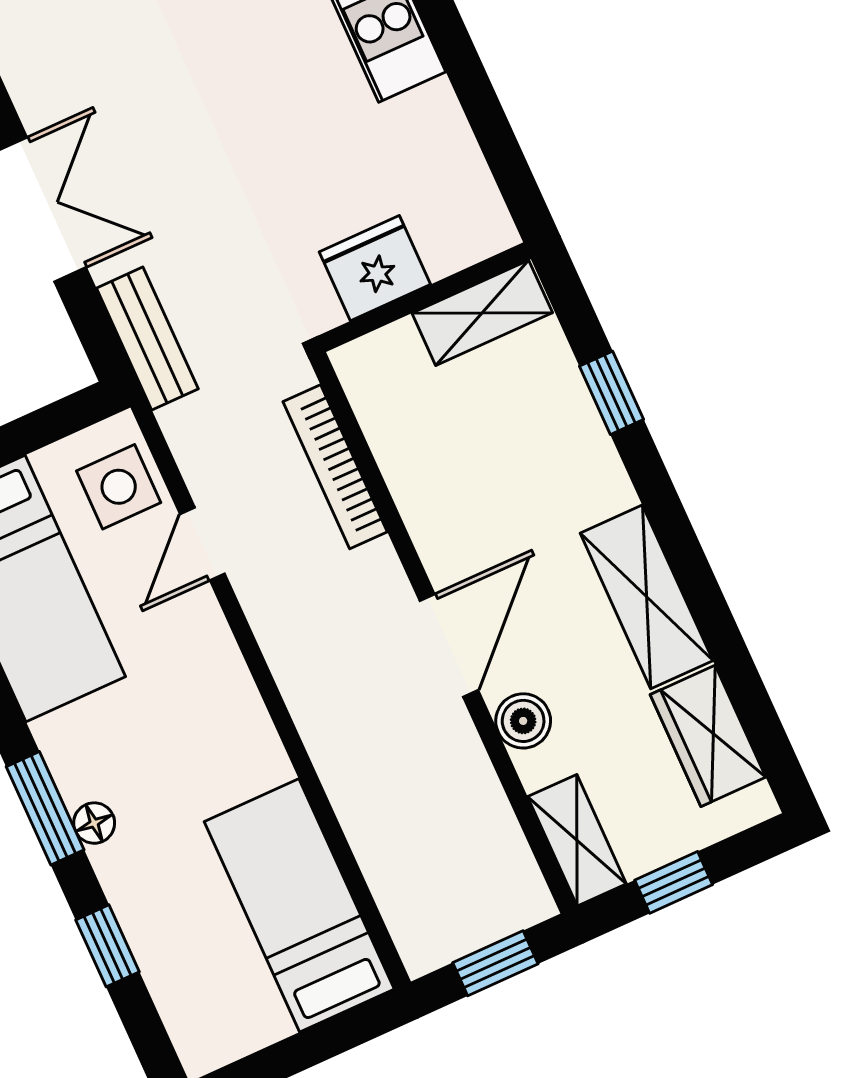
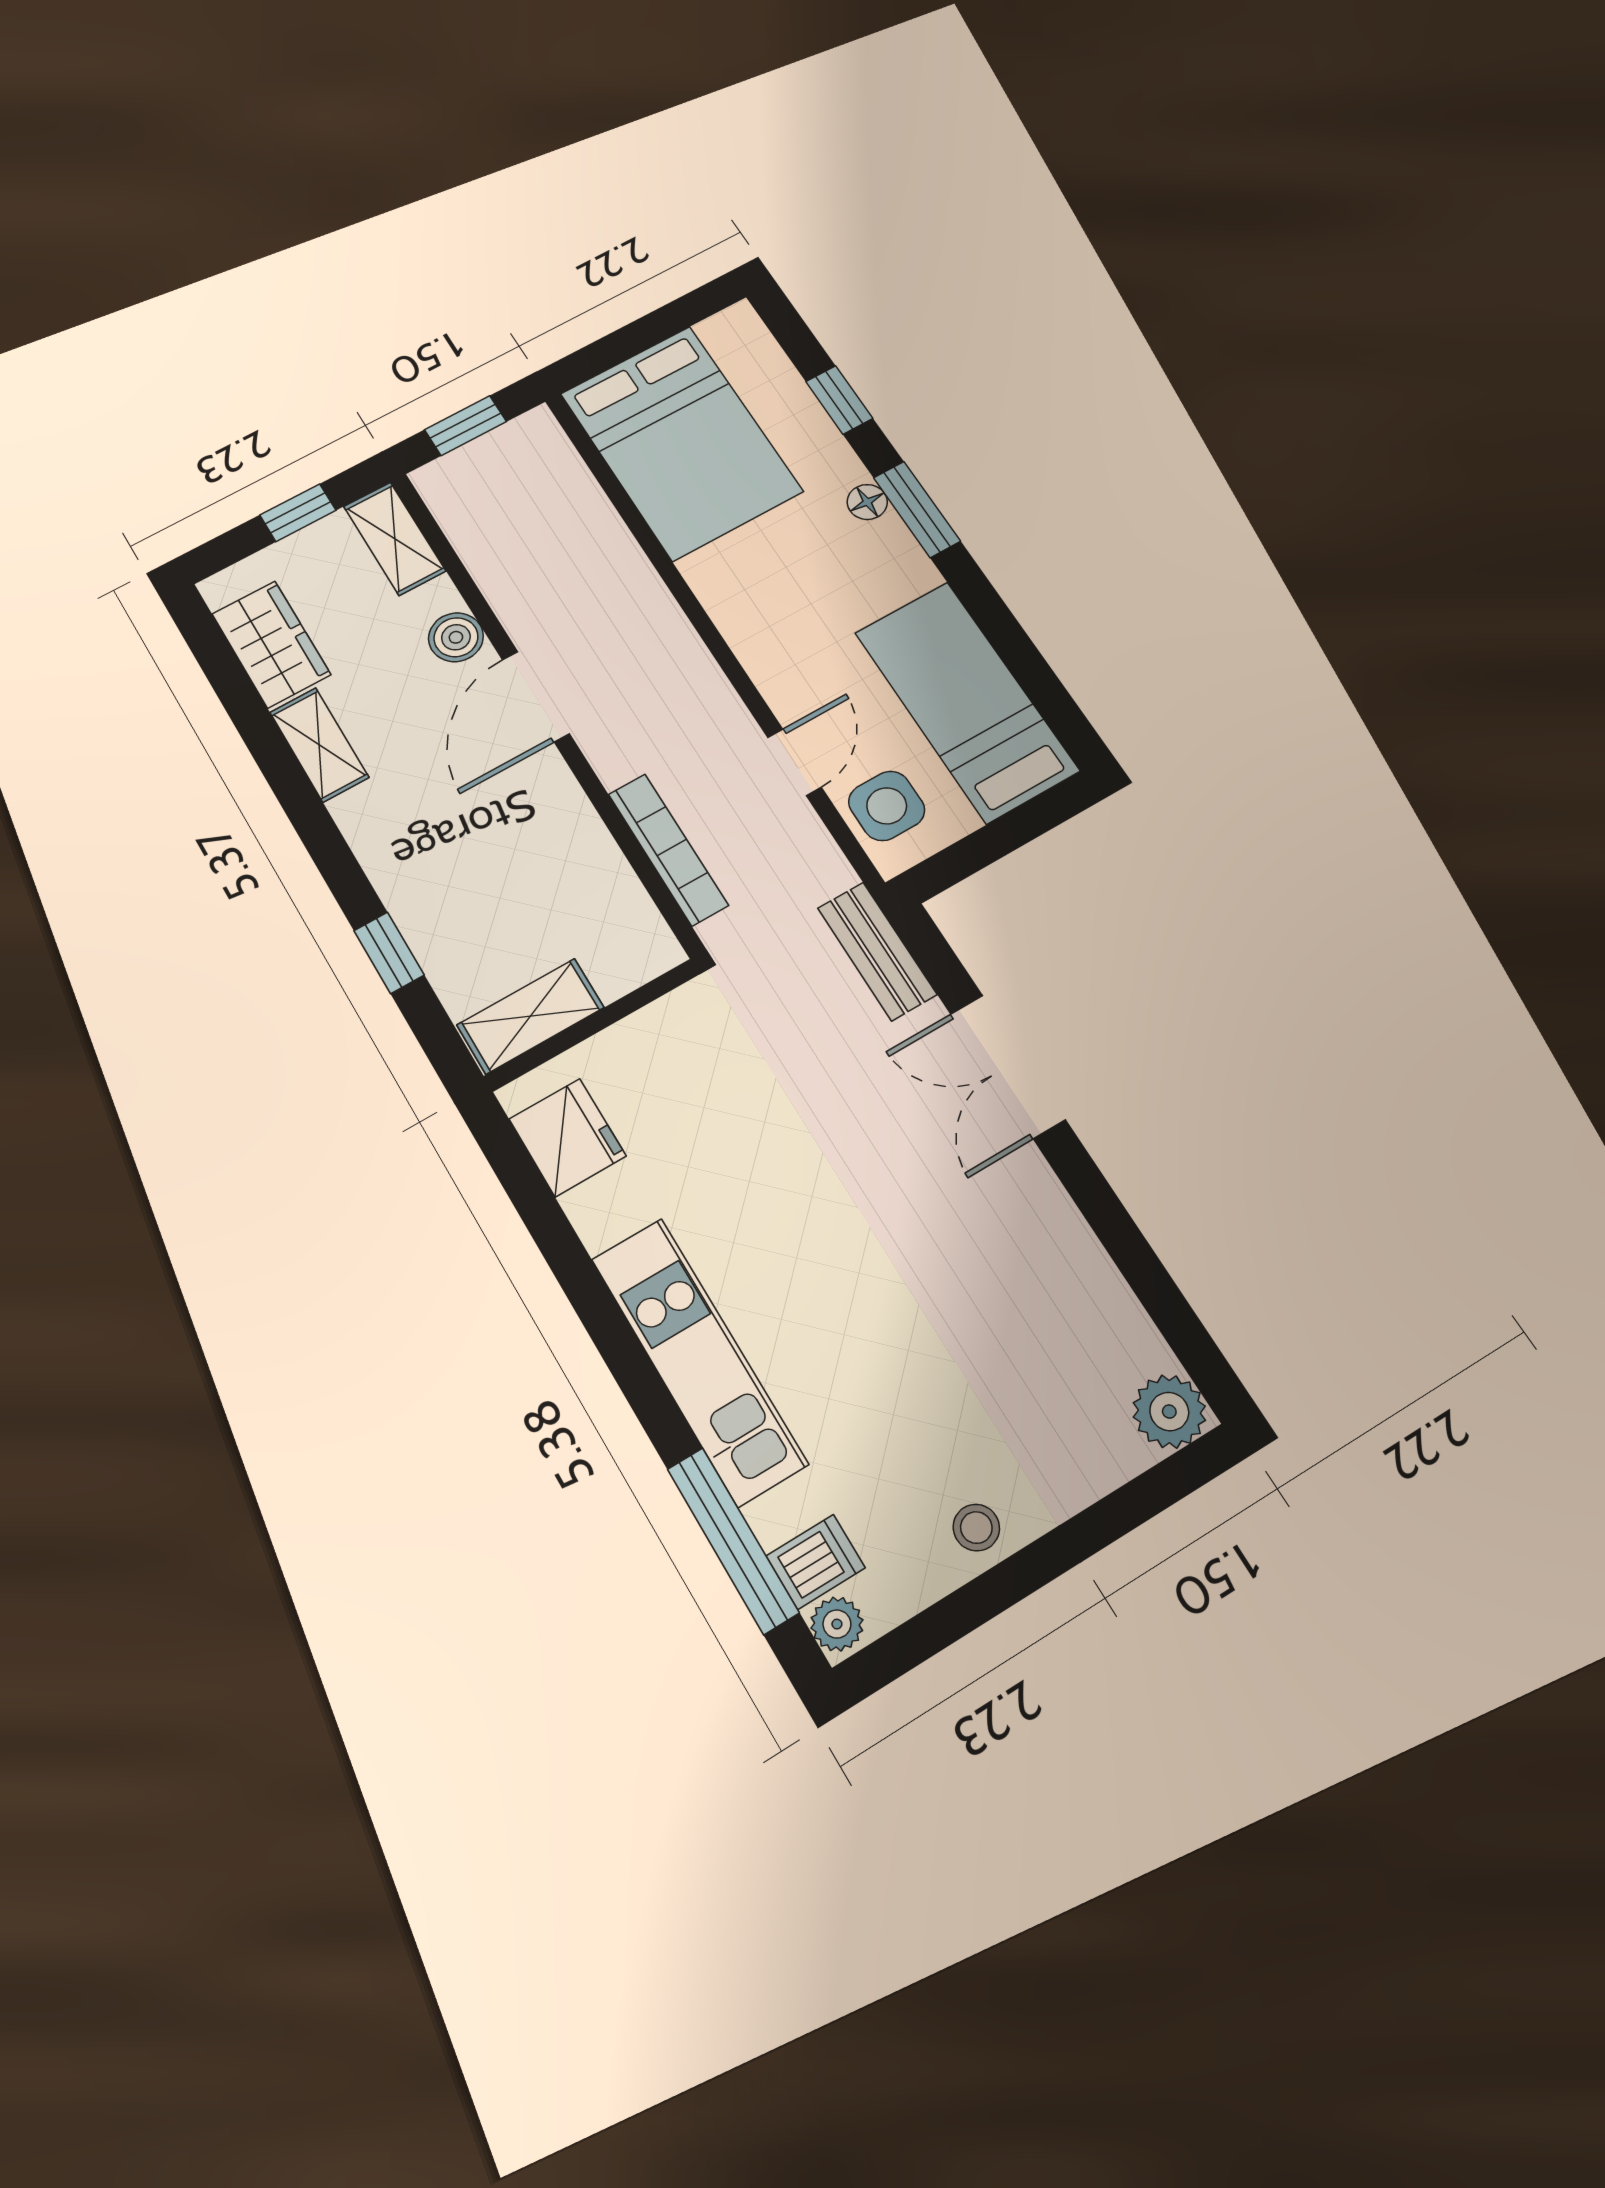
fridge: (375, 268) -> (567, 1138), moved, turned -90
shelving: (647, 597) -> (319, 745), width x0.67, depth x0.75
bed: (299, 905) -> (681, 442), width x1.50

